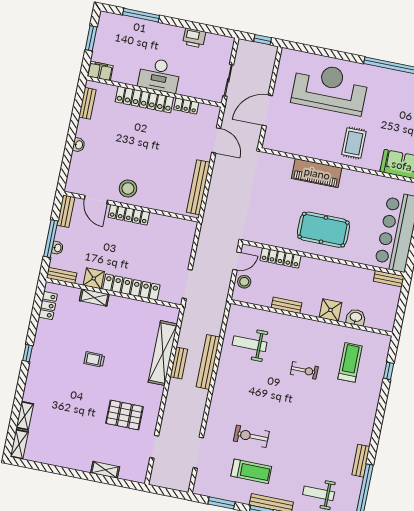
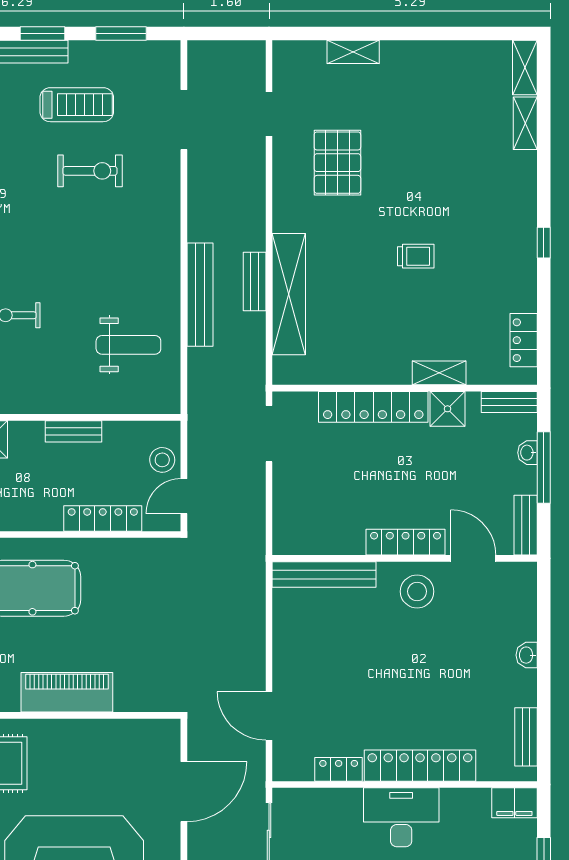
bench: (198, 187) -> (324, 574), moved, turned 90
pallet: (124, 415) -> (337, 163), turned 90
treadmill: (251, 471) -> (77, 105), turned 180

